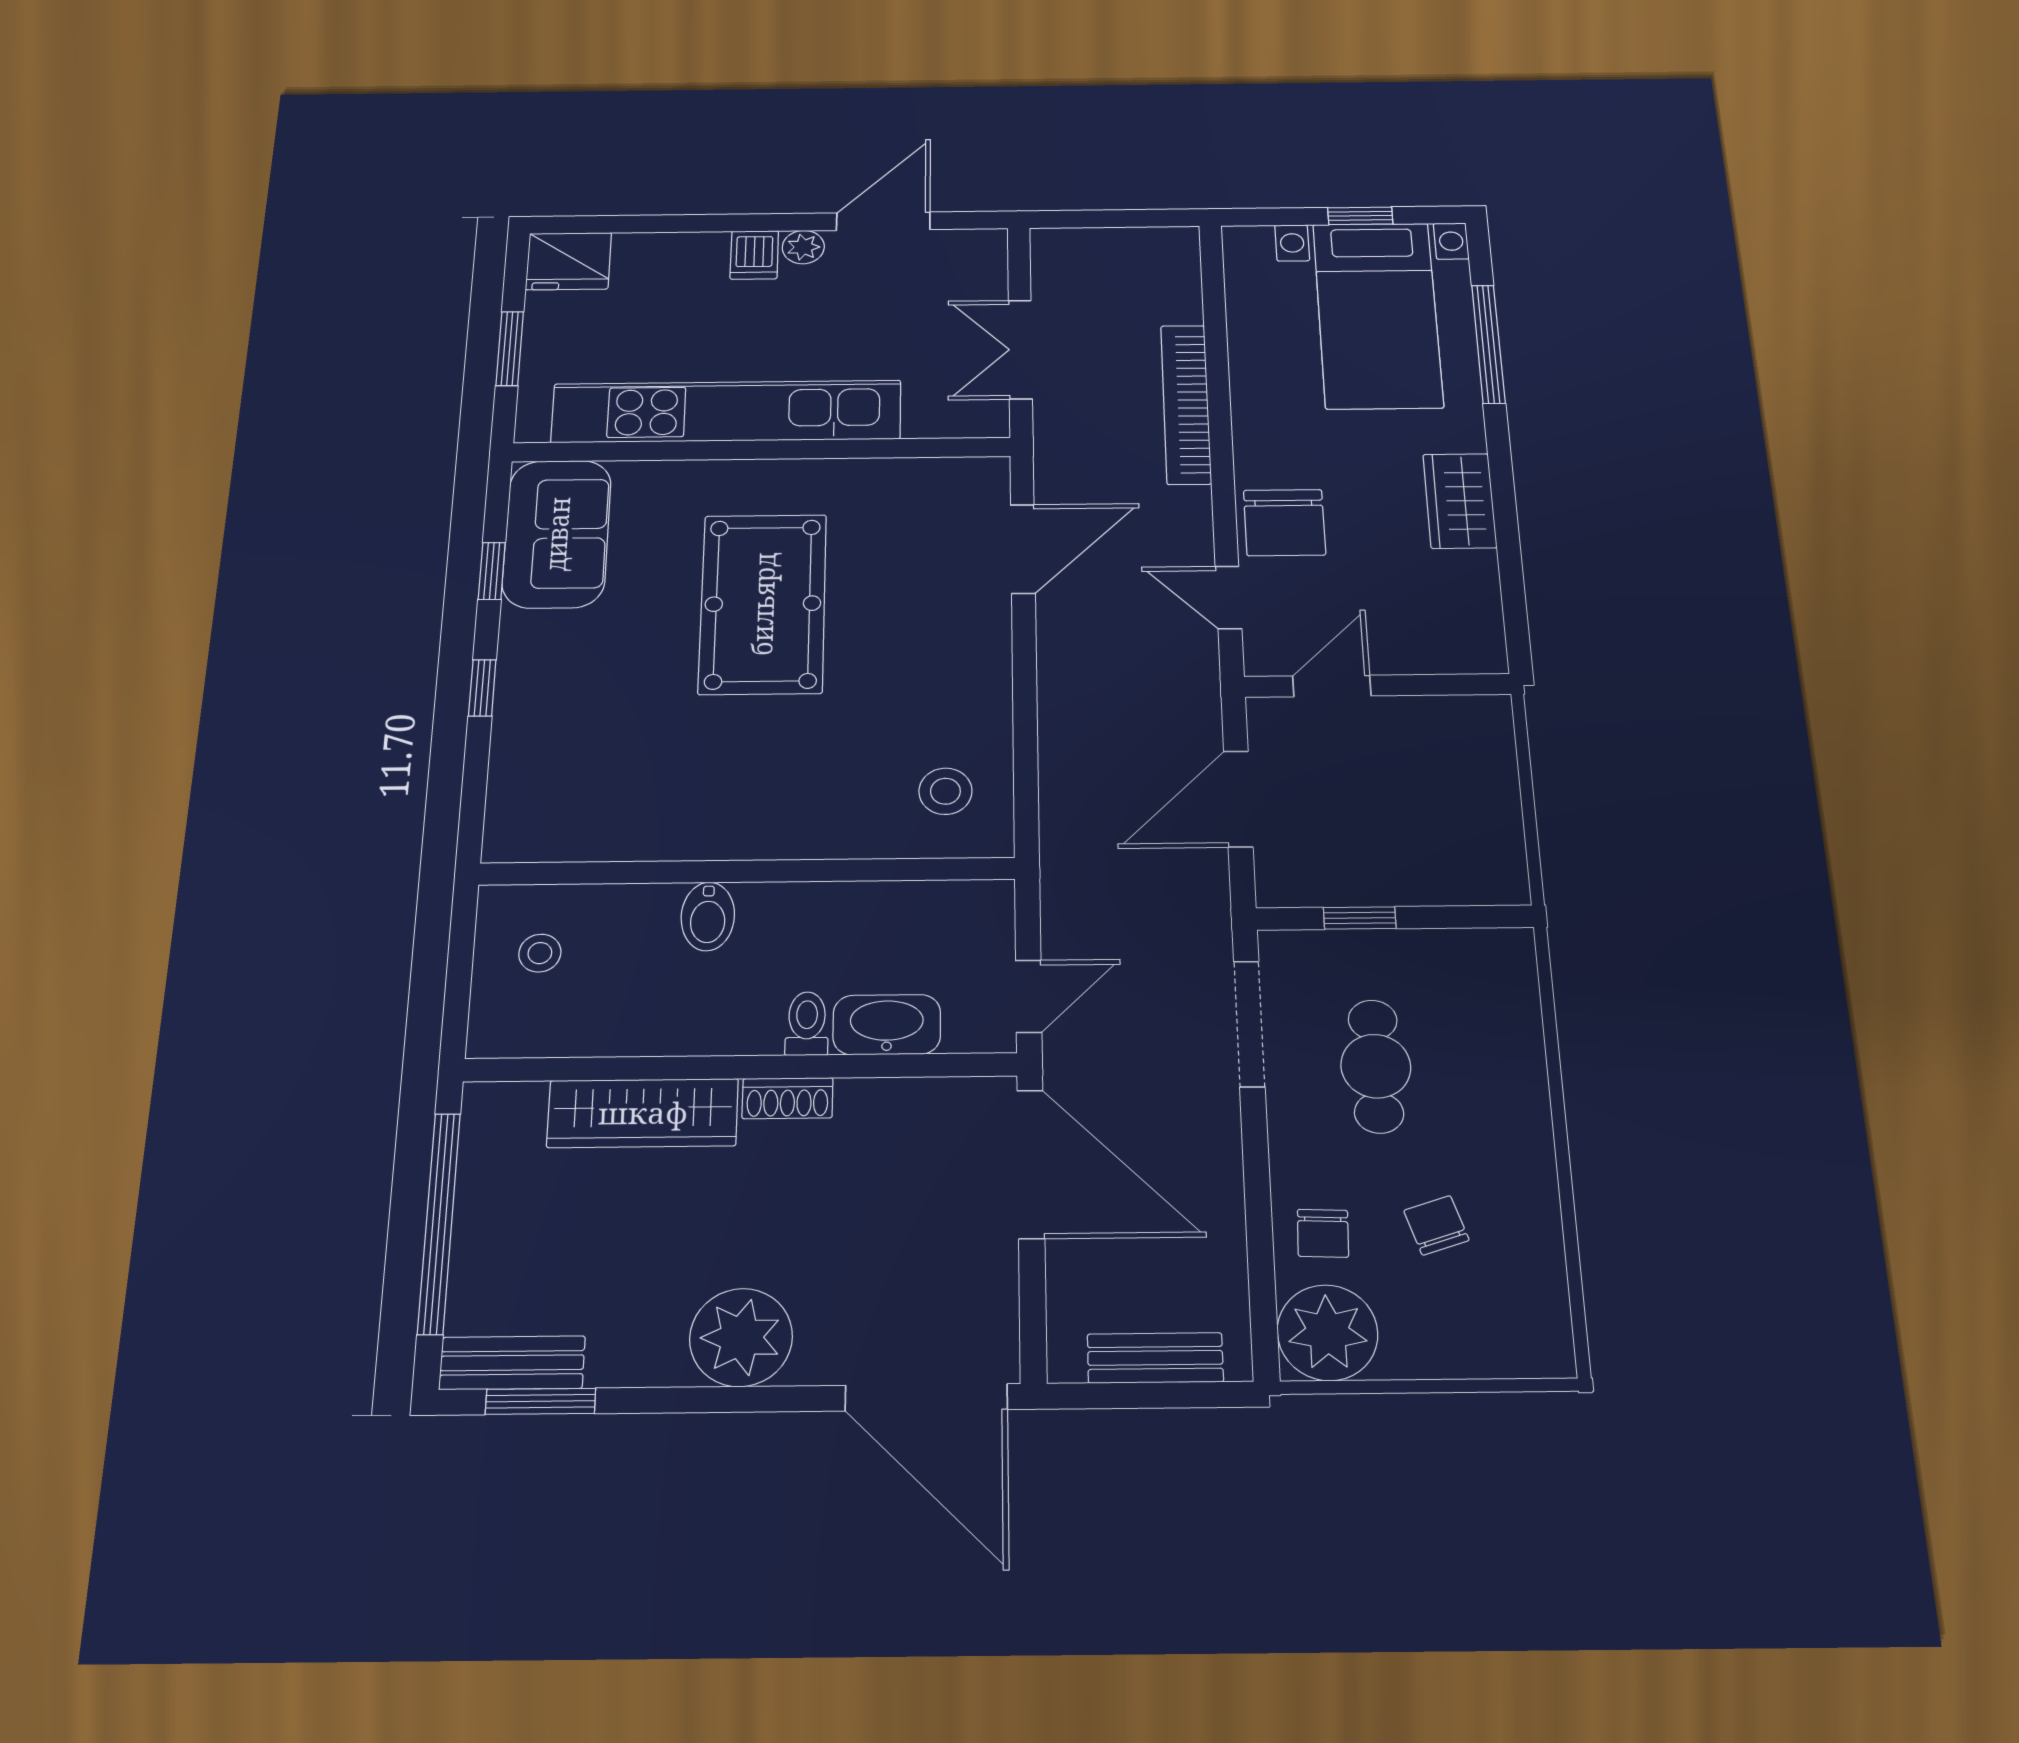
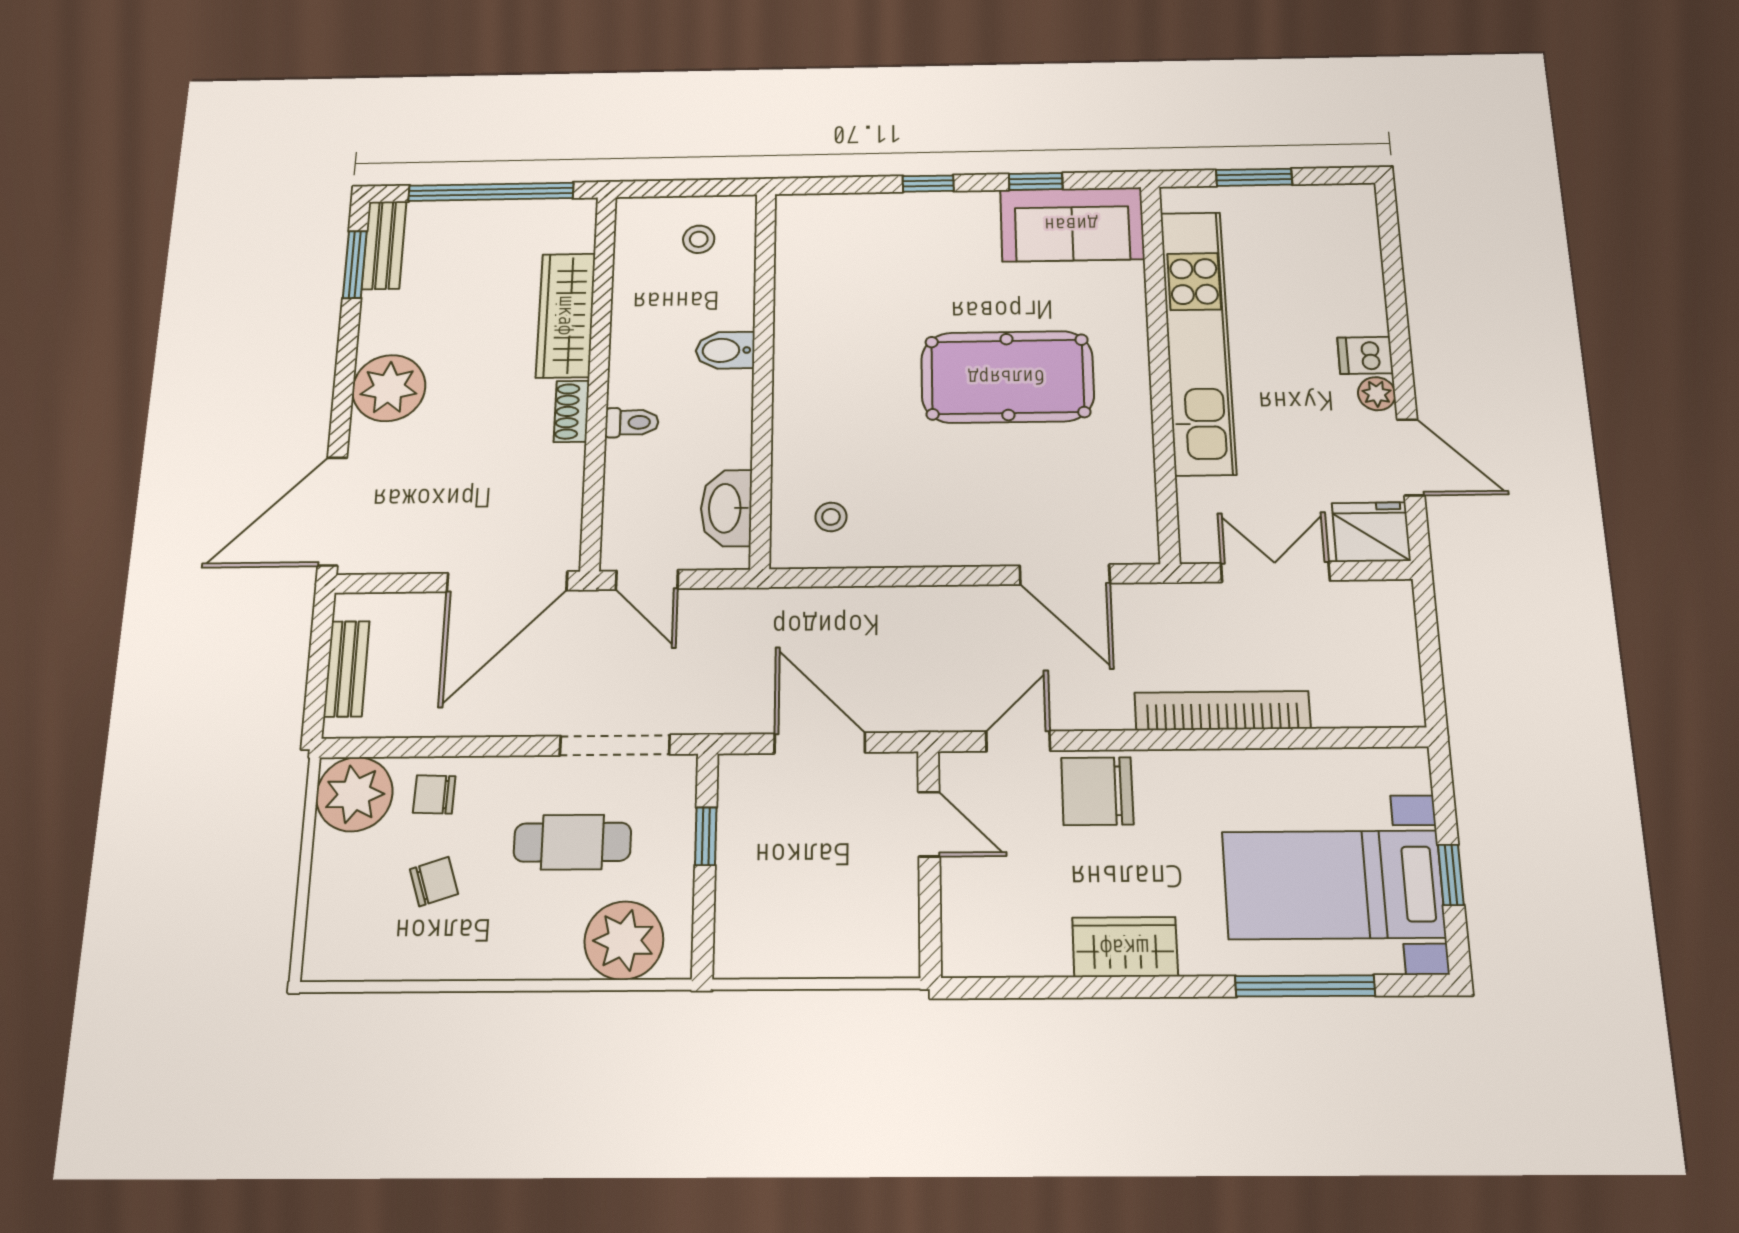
fridge: (569, 261) -> (1371, 532), moved, turned 90
stool: (945, 791) -> (831, 517), width x0.73, depth x0.73
plant: (1493, 1002) -> (624, 940), added
washbasin: (887, 1025) -> (726, 508), moved, turned 180

